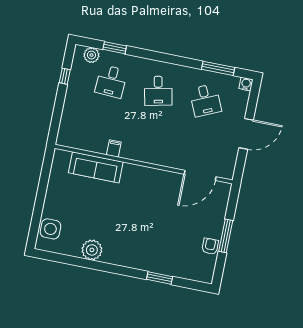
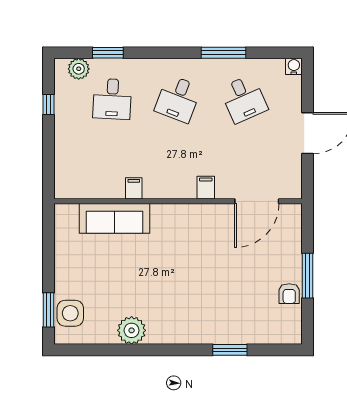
window: (218, 68) -> (224, 53), moved
desk: (158, 91) -> (178, 99), turned 33
filing cabinet: (165, 158) -> (206, 188), added
window: (35, 223) -> (48, 310), added
armchair: (210, 246) -> (289, 294), turned 180

